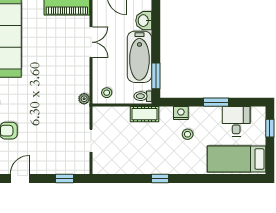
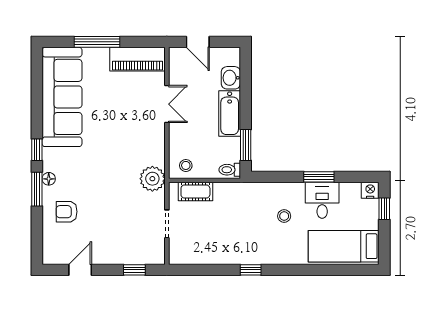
bathtub: (139, 57) -> (230, 113), width x0.73, depth x0.73
plant: (84, 99) -> (152, 179), width x1.87, depth x1.87
nightstand: (181, 113) -> (370, 190), moved
cot: (145, 114) -> (195, 192), moved
desk: (236, 121) -> (322, 200), moved

